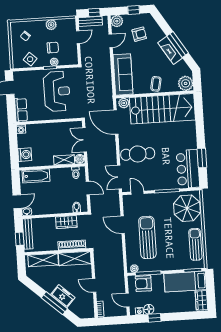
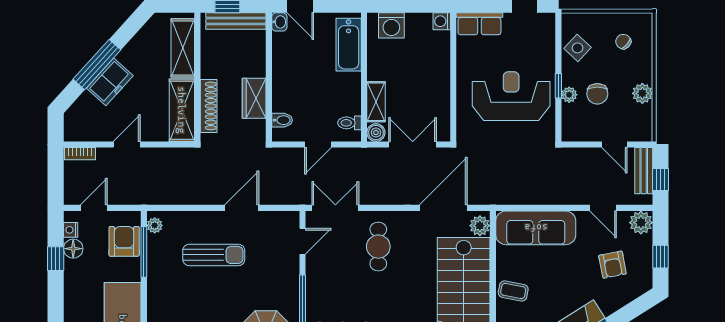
reception desk: (57, 91) -> (511, 96), turned 180
cafe table: (138, 154) -> (378, 247), width x0.73, depth x0.74
sun lounger: (147, 237) -> (214, 255), width x0.73, depth x0.75

